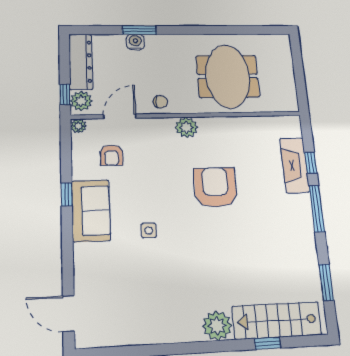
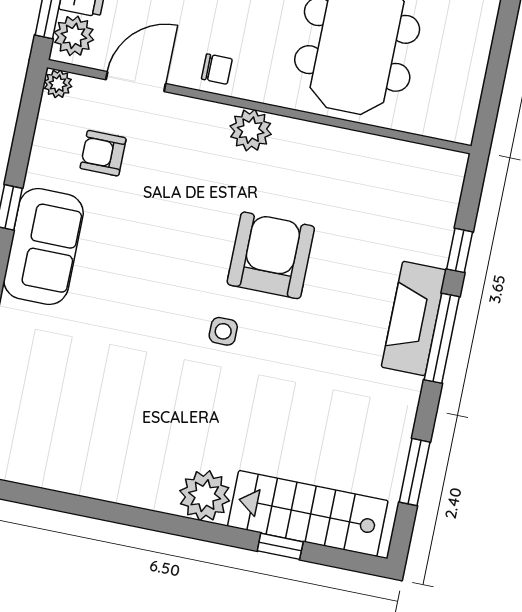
armchair: (112, 155) -> (103, 153), turned 90
fireplace: (295, 165) -> (414, 318), moved
side table: (149, 230) -> (223, 331), moved

